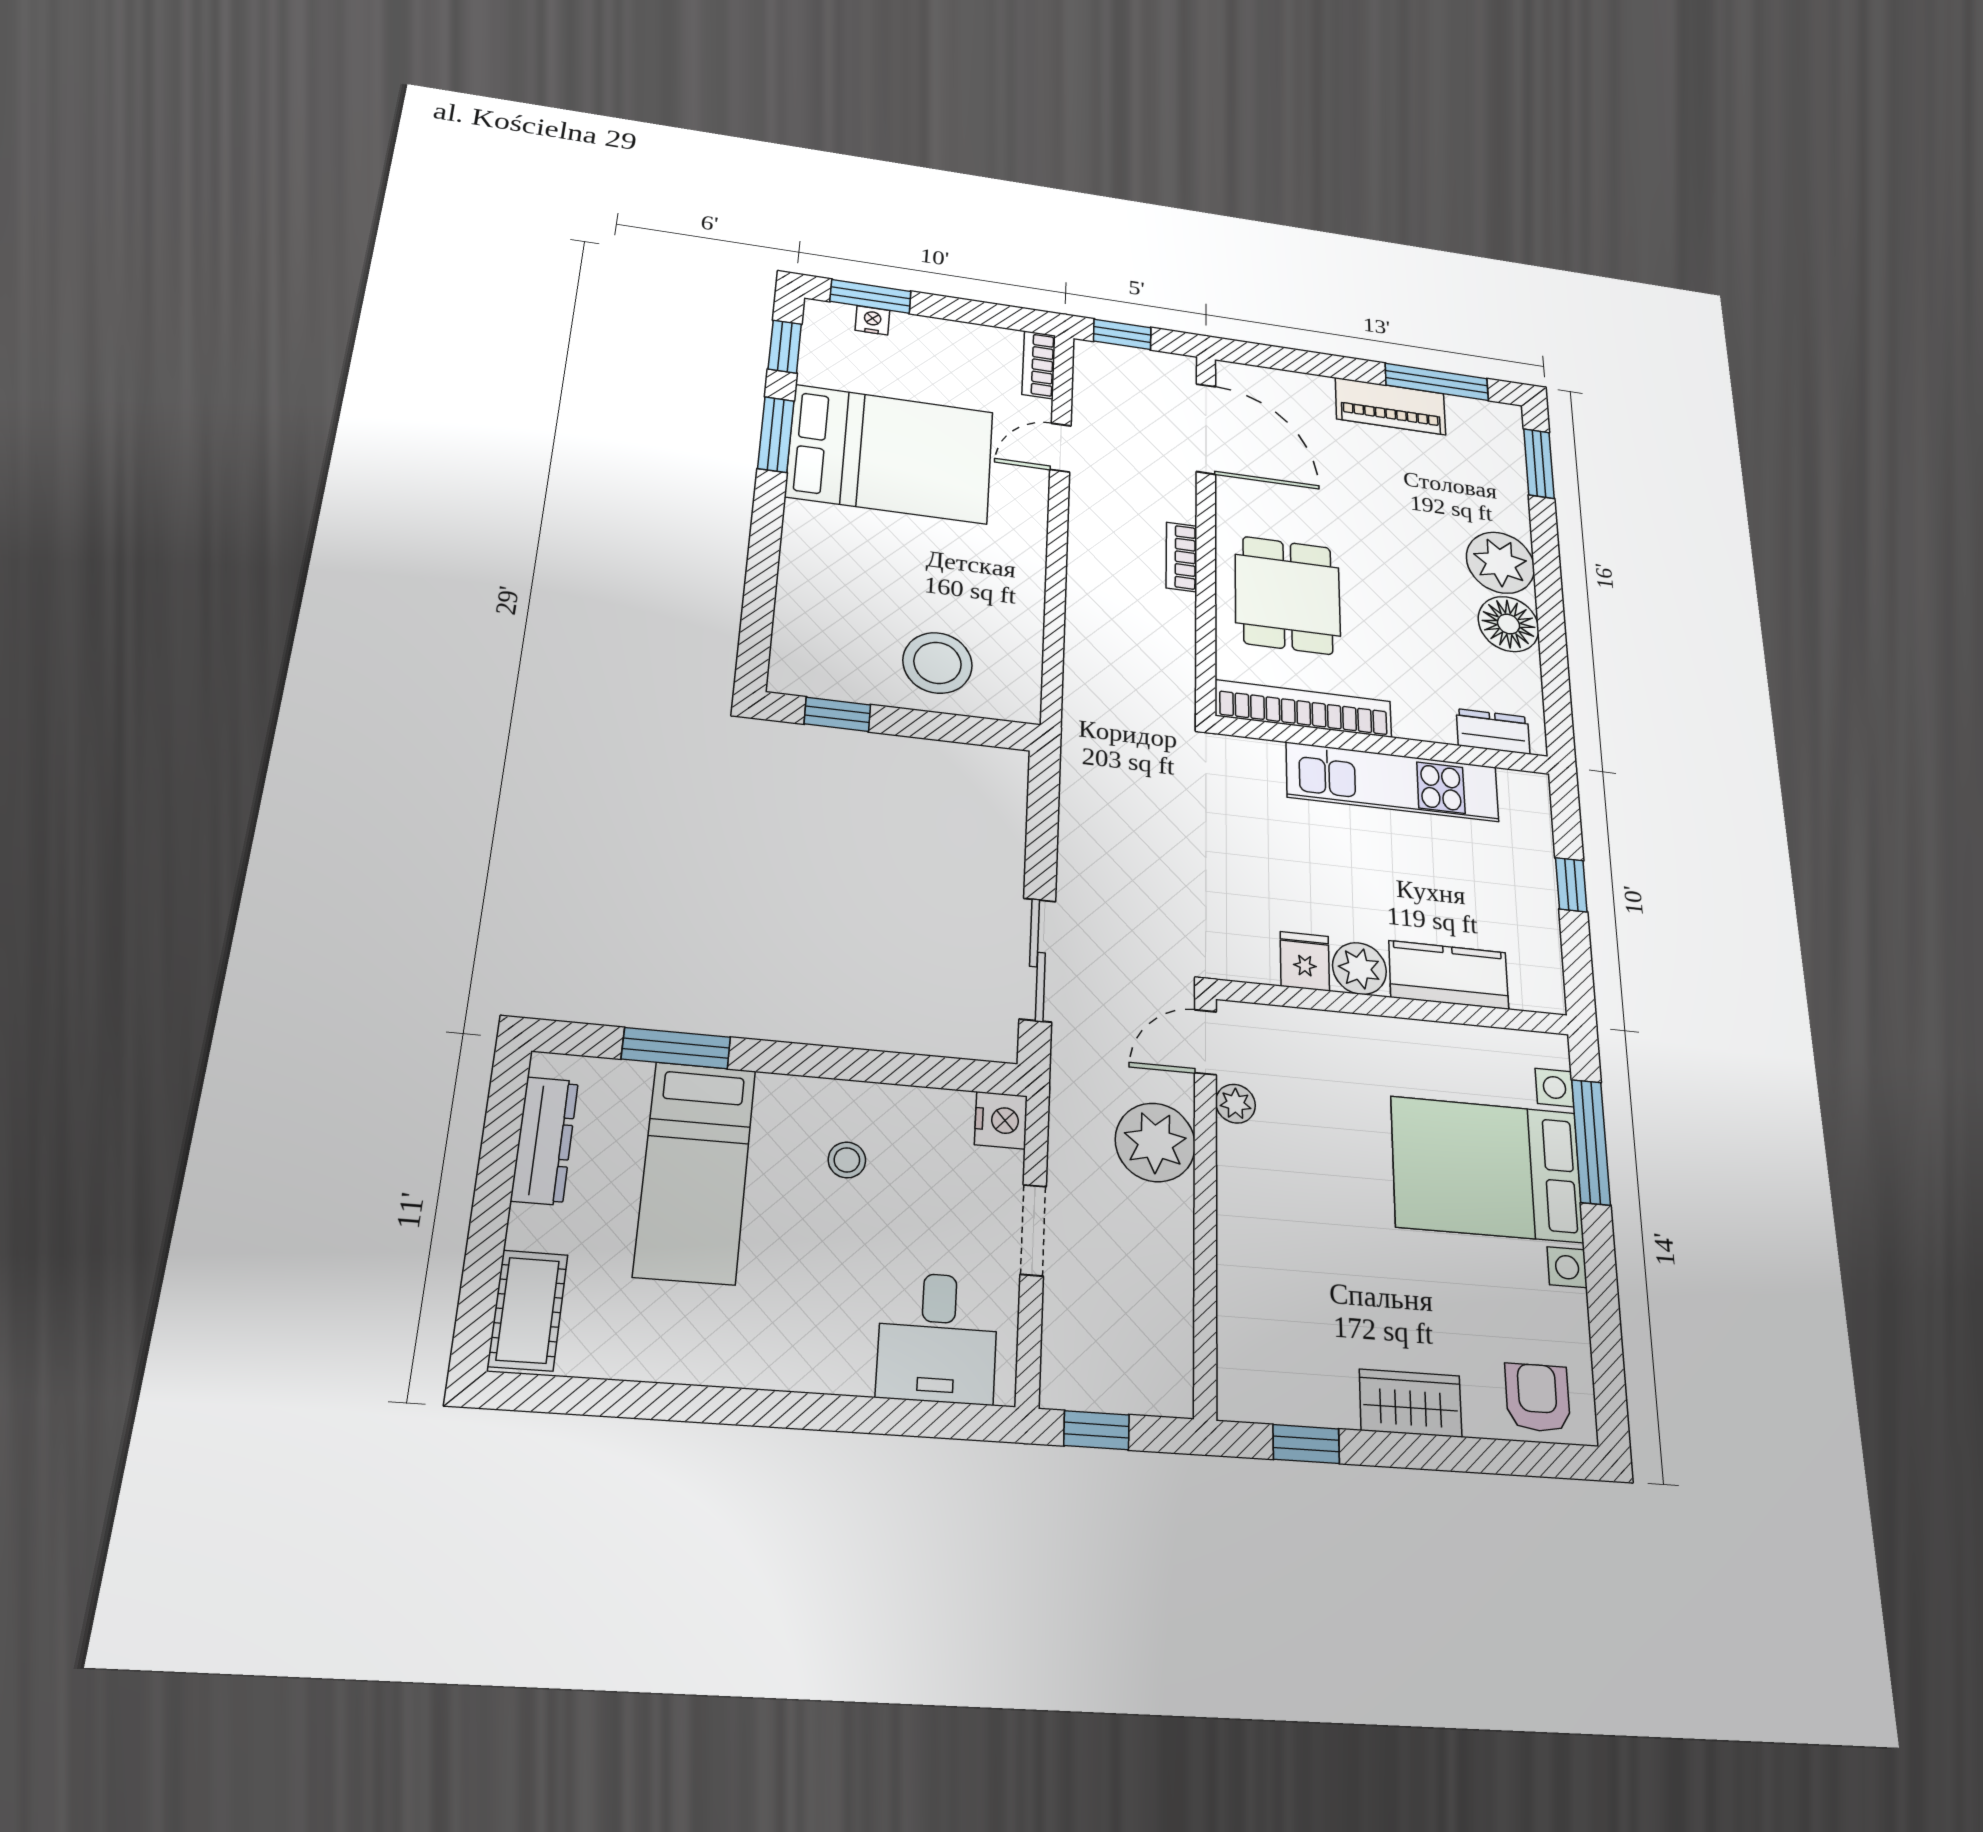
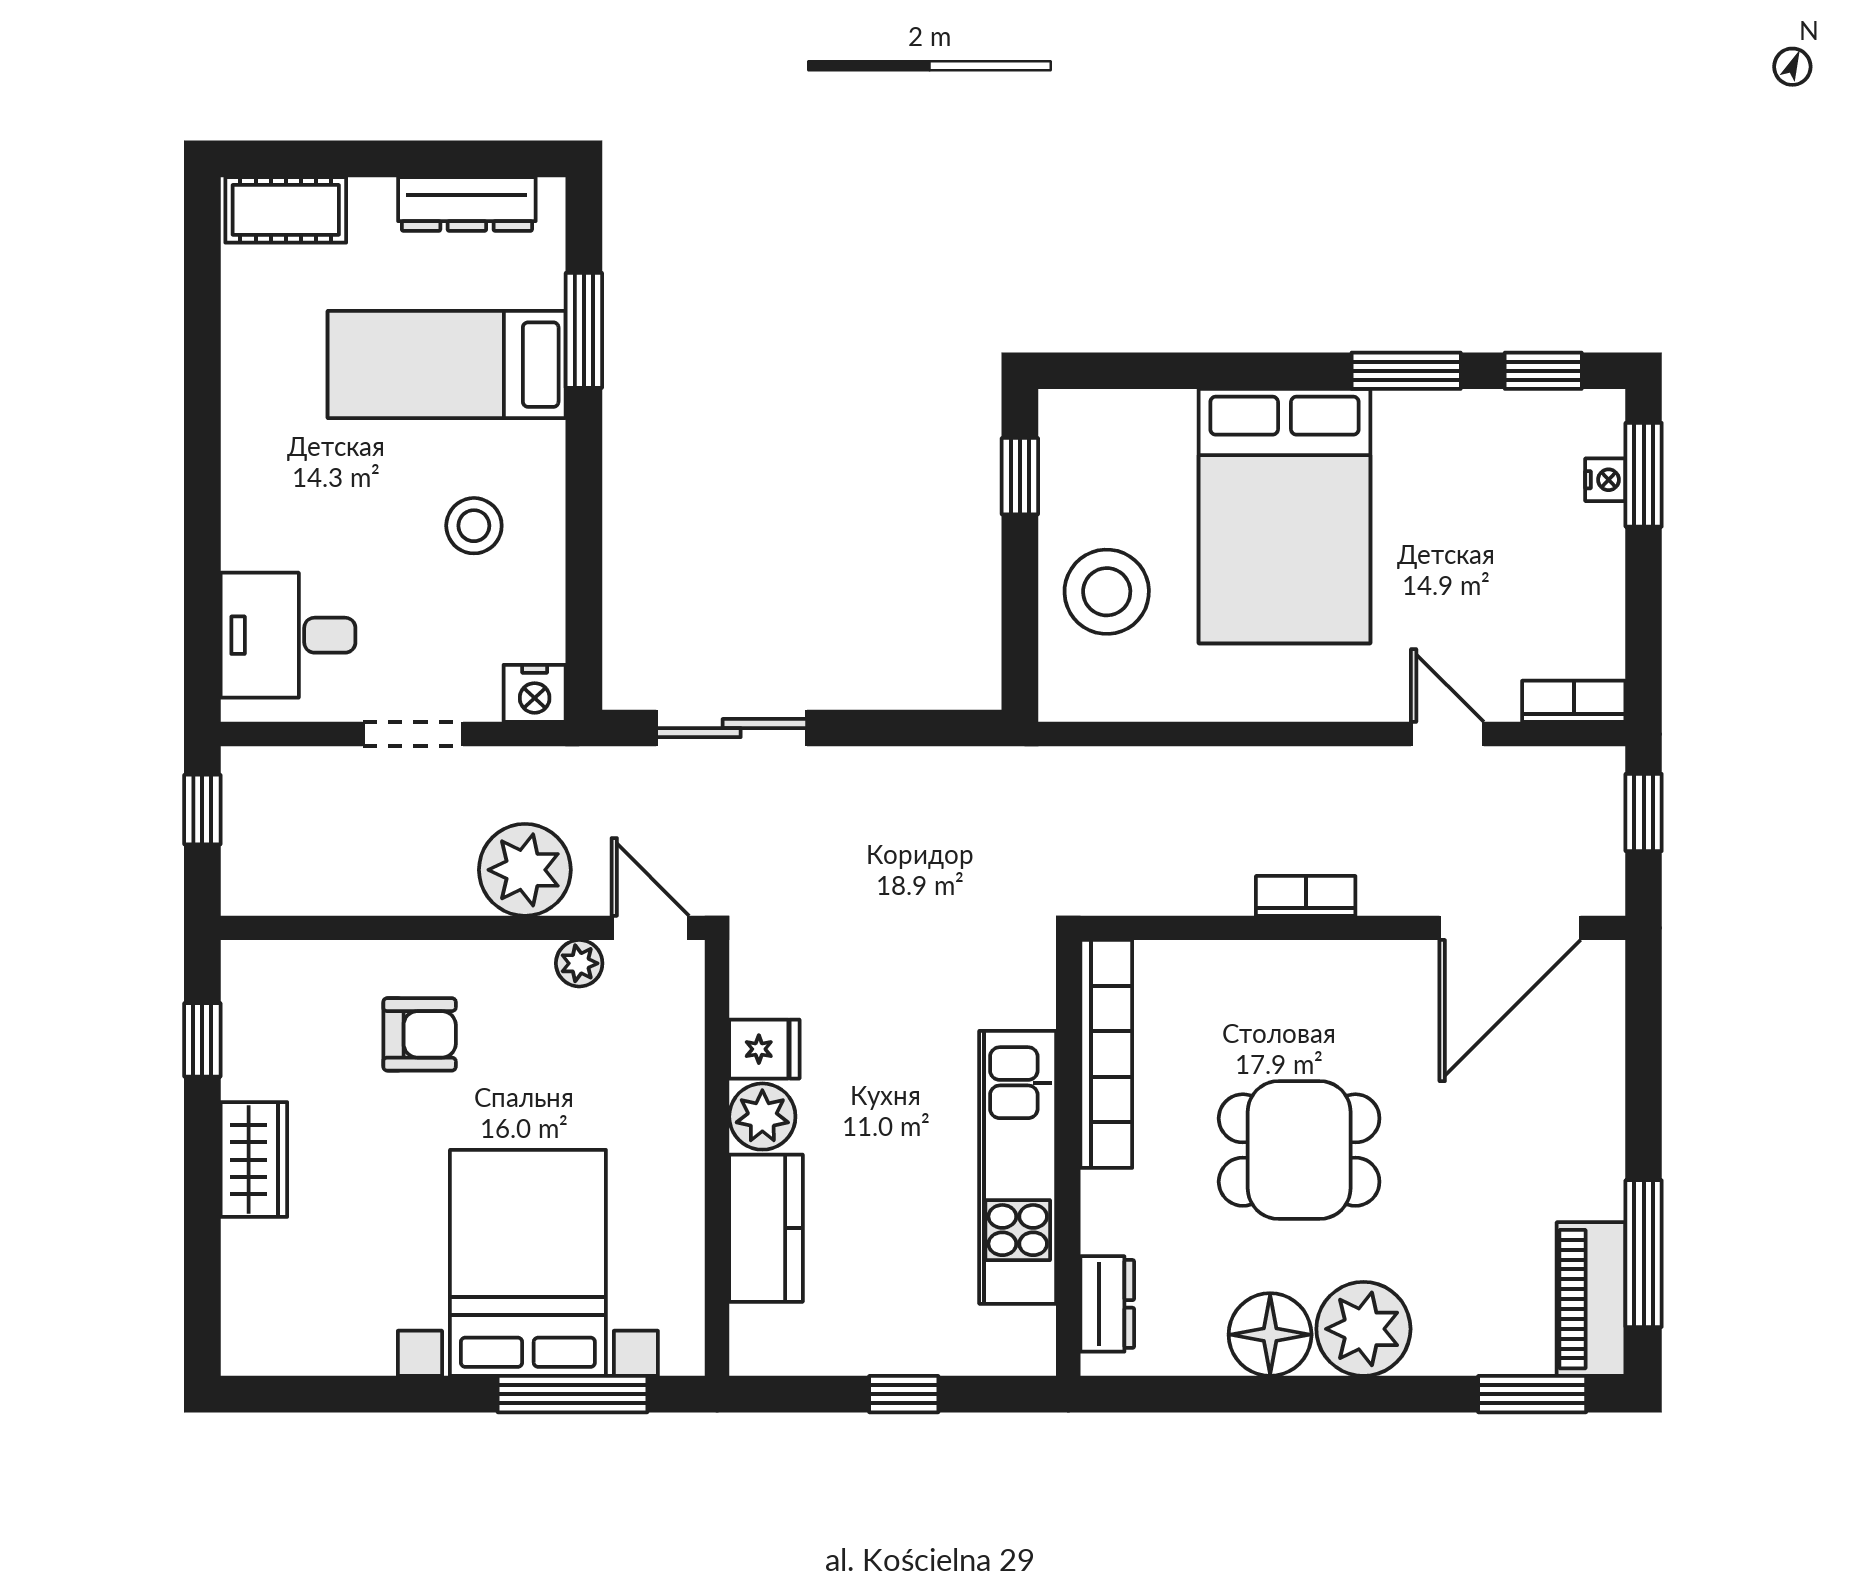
piano: (1390, 406) -> (1591, 1299), moved
bed: (890, 454) -> (1284, 516), moved
dining table: (1288, 595) -> (1299, 1150), moved
stool: (847, 1160) -> (474, 526), width x1.37, depth x1.37
armchair: (1538, 1398) -> (420, 1034), moved

